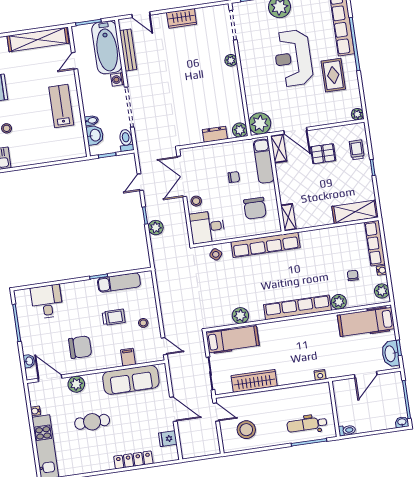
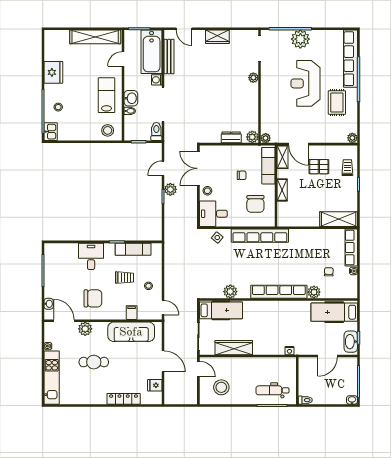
plant: (260, 123) -> (266, 138), width x0.53, depth x0.53
washbasin: (95, 135) -> (131, 98), moved
stool: (69, 147) -> (108, 130), added
shelving: (288, 217) -> (282, 190), moved
plant: (156, 228) -> (170, 189), moved
plant: (382, 291) -> (351, 288), removed
desk: (47, 302) -> (91, 256), moved

